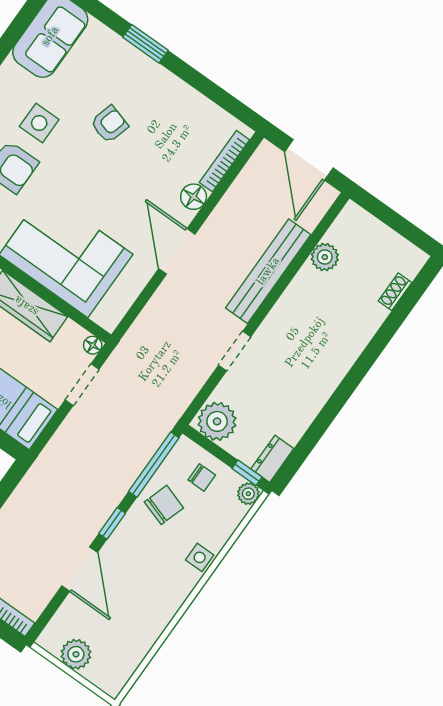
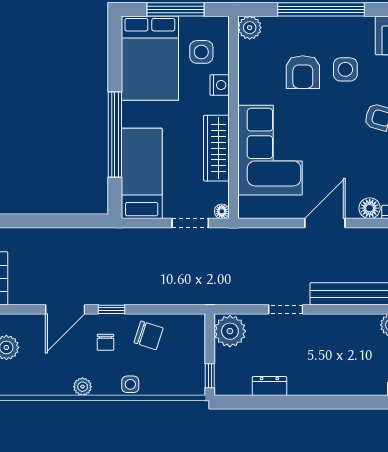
dresser: (272, 459) -> (269, 386), moved
window: (154, 465) -> (171, 309), removed
chair: (202, 478) -> (105, 342), moved
plant: (248, 494) -> (83, 387), moved

